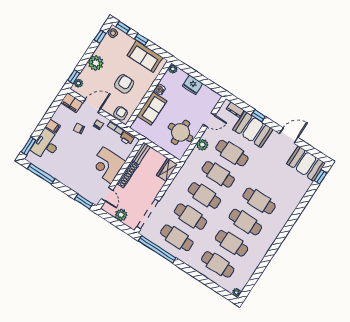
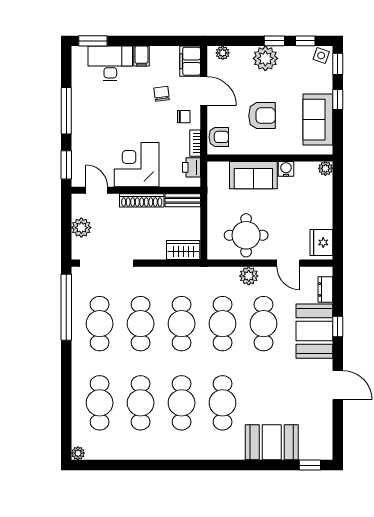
window: (74, 77) -> (274, 41), moved
fridge: (193, 85) -> (321, 242), moved
booth: (306, 164) -> (272, 442), moved, turned 90
window: (41, 174) -> (66, 111), moved
door: (107, 194) -> (97, 190), swing flipped

